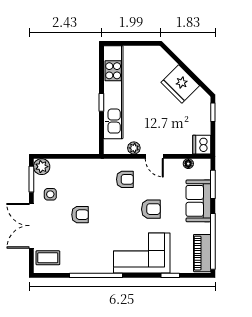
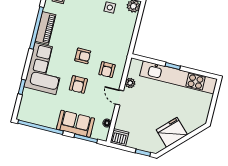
door: (154, 156) -> (119, 97), hinge flipped
armchair: (80, 215) -> (83, 56), moved, turned -90
piano: (202, 253) -> (45, 28), moved, turned 90

